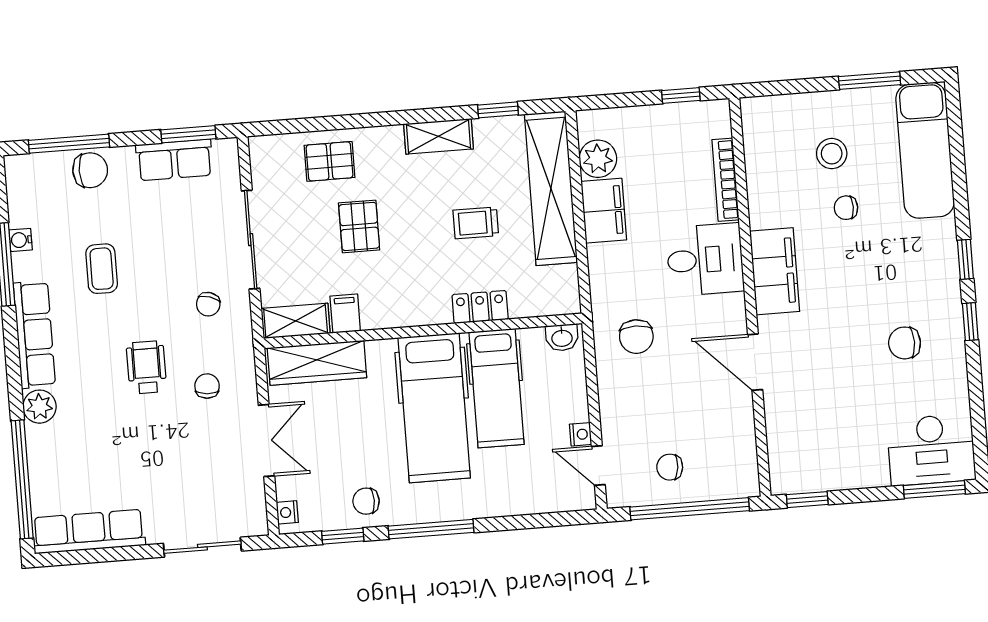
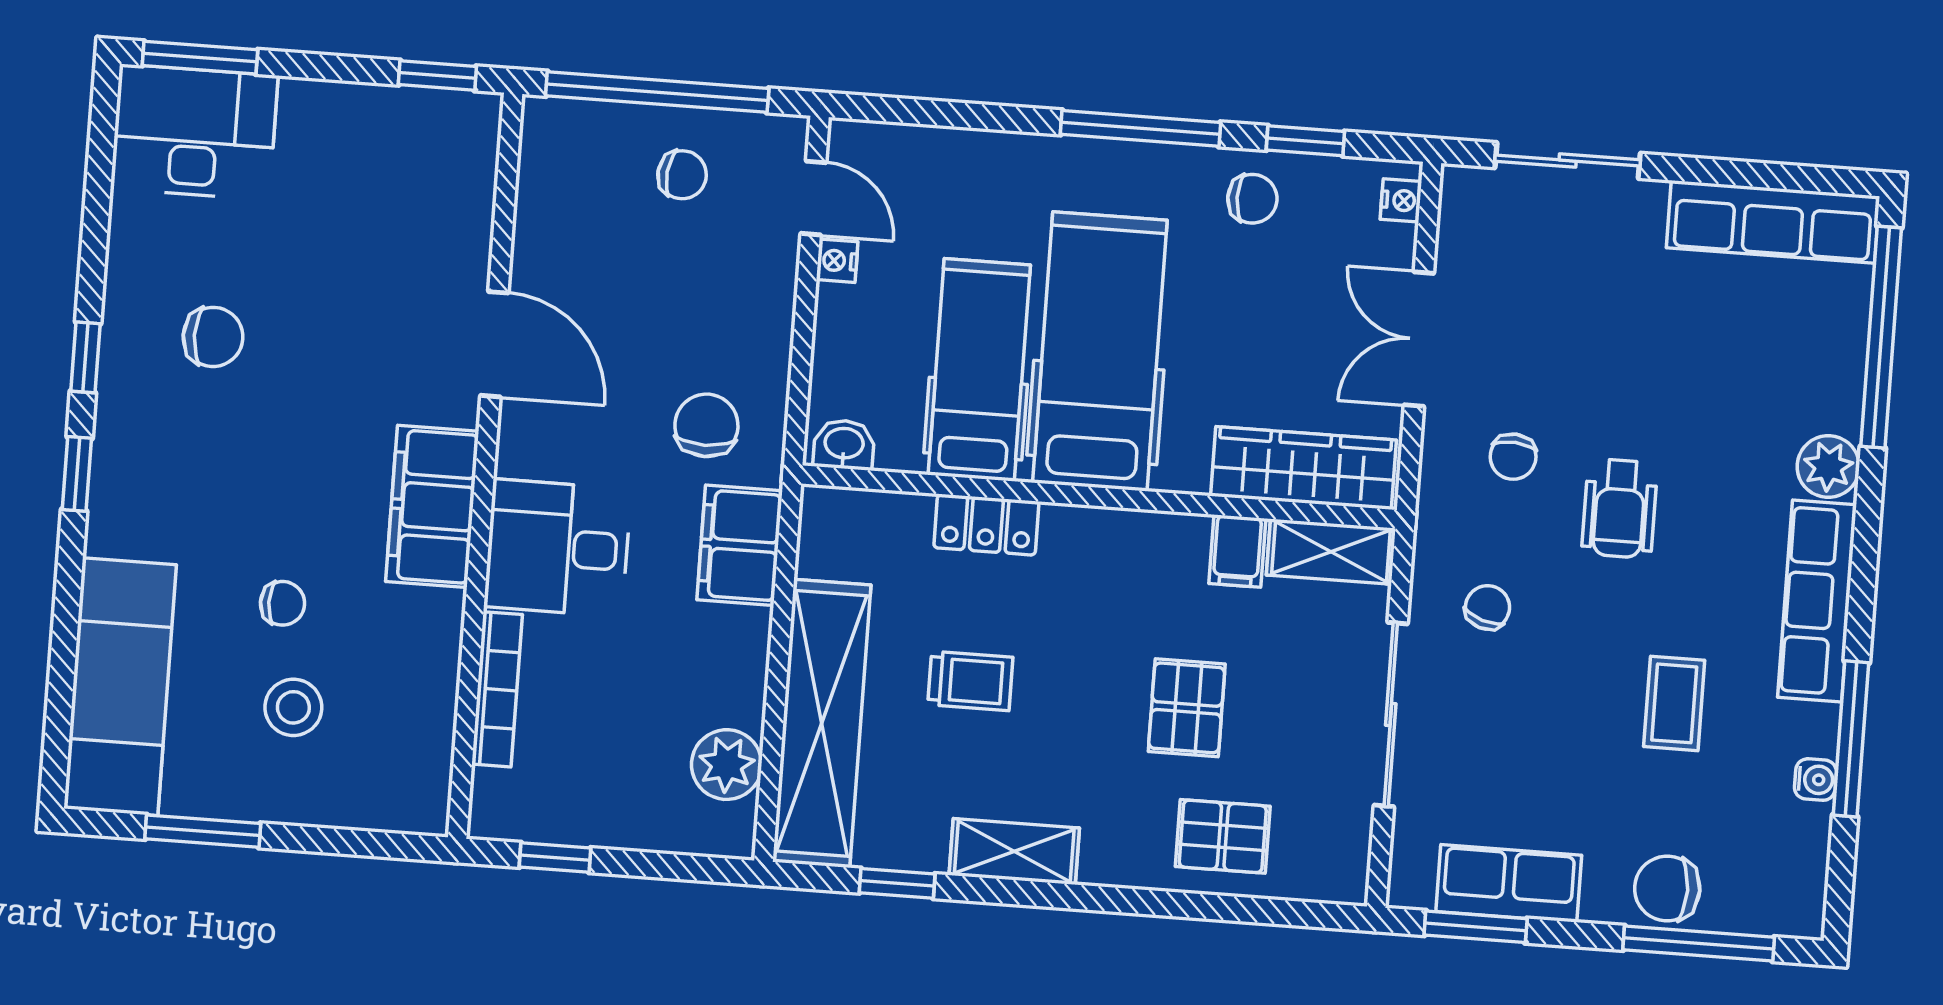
filing cabinet: (604, 211) -> (740, 545), moved

